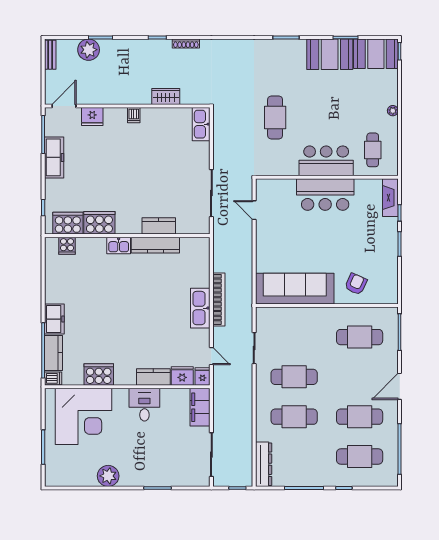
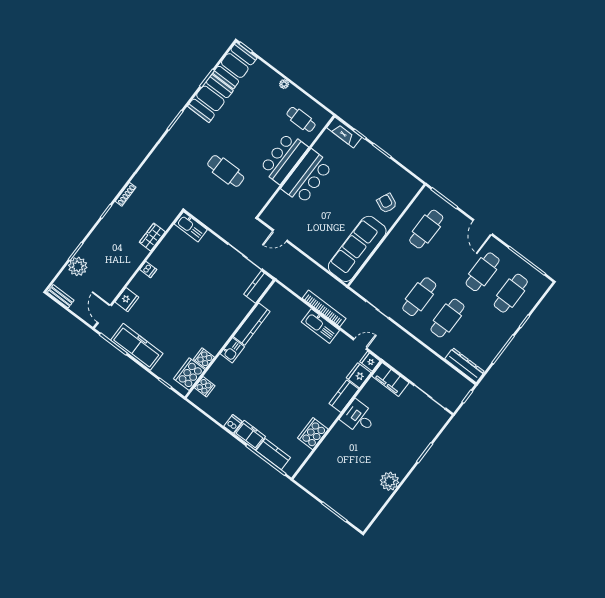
freezer: (54, 157) -> (137, 347), width x1.36, depth x1.26
cooker: (99, 223) -> (204, 358), width x0.53, depth x0.76
kitchen counter: (159, 226) -> (258, 287), moved
dishwasher: (53, 378) -> (233, 424), moved
corner desk: (84, 416) -> (334, 467), removed

